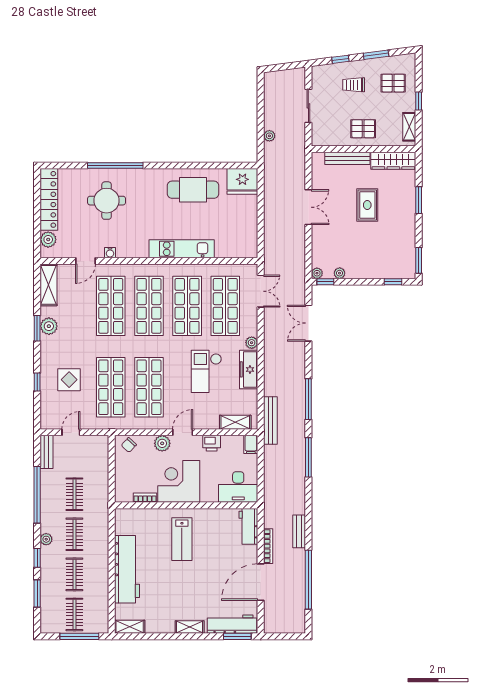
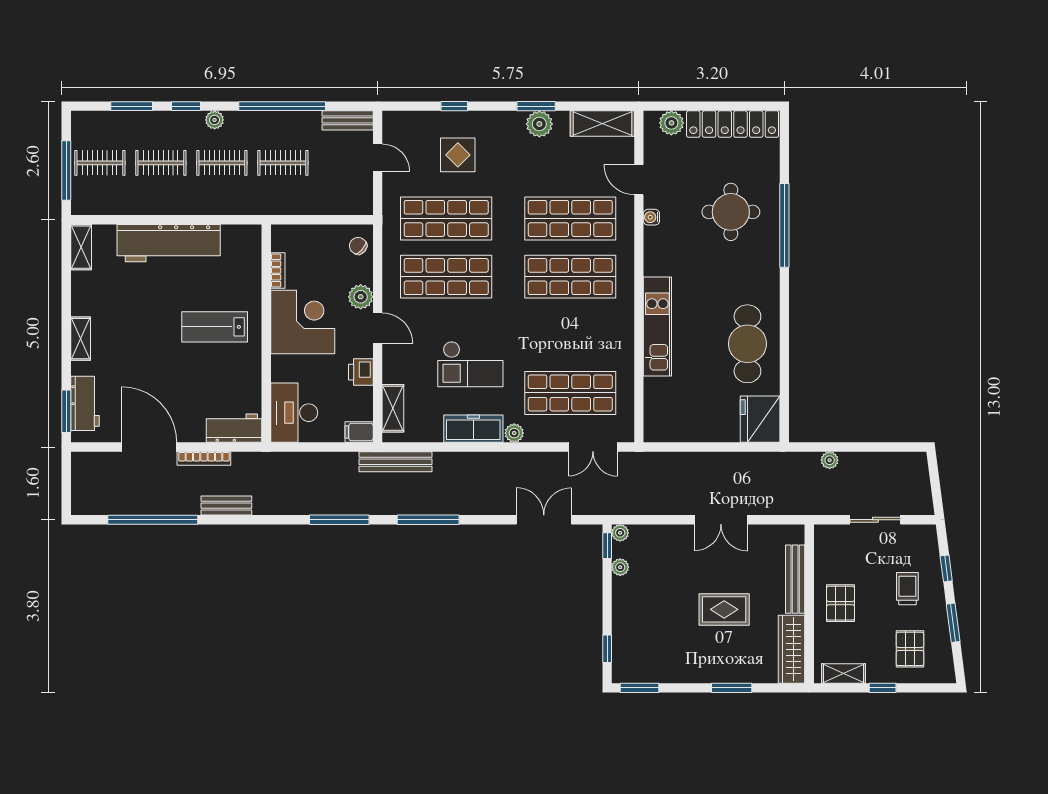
shop shelf: (187, 306) -> (570, 335), removed
checkout: (206, 371) -> (470, 364), turned 180
workbench: (232, 624) -> (85, 403), width x0.73

